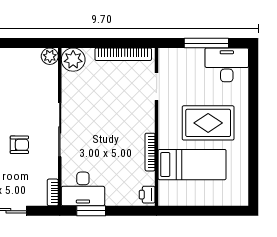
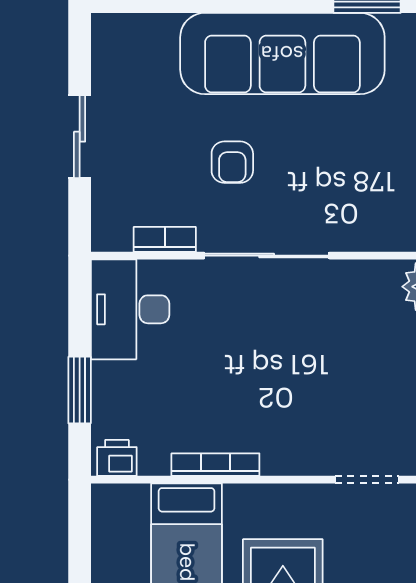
bookcase: (53, 192) -> (165, 239), moved
window: (91, 211) -> (80, 390), moved

